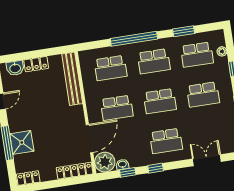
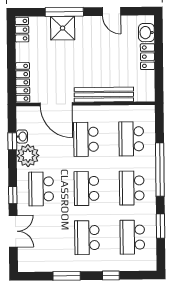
plant: (222, 51) -> (132, 266), removed
bench: (72, 79) -> (104, 95), moved
plant: (105, 162) -> (28, 156), moved
window: (156, 168) -> (13, 195), moved

